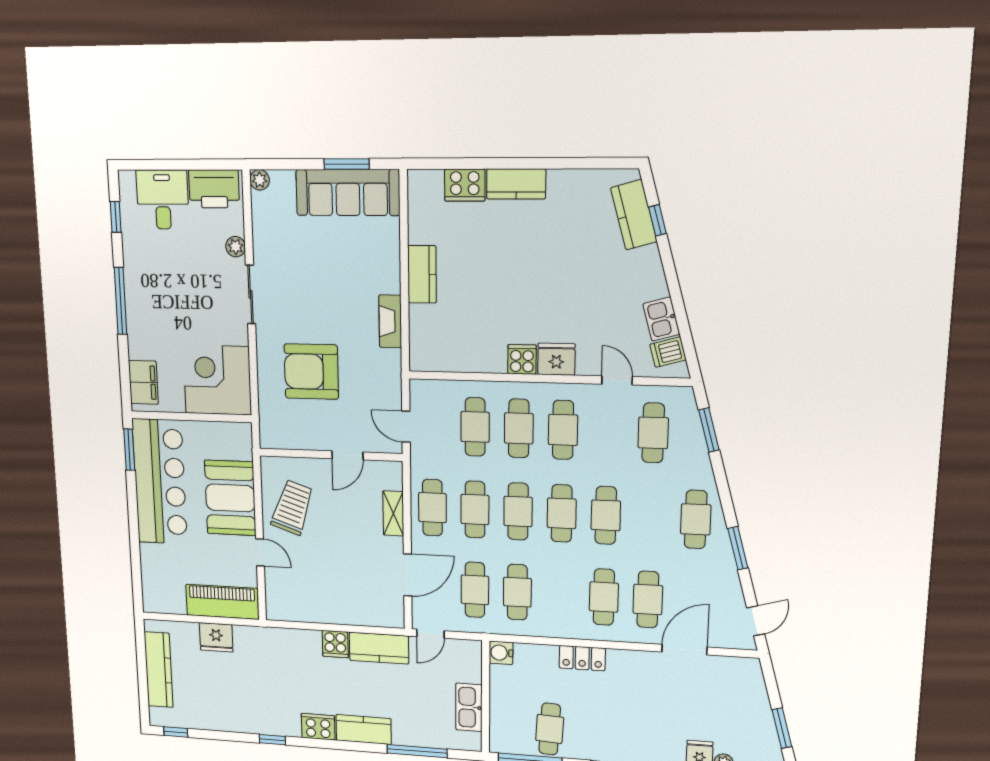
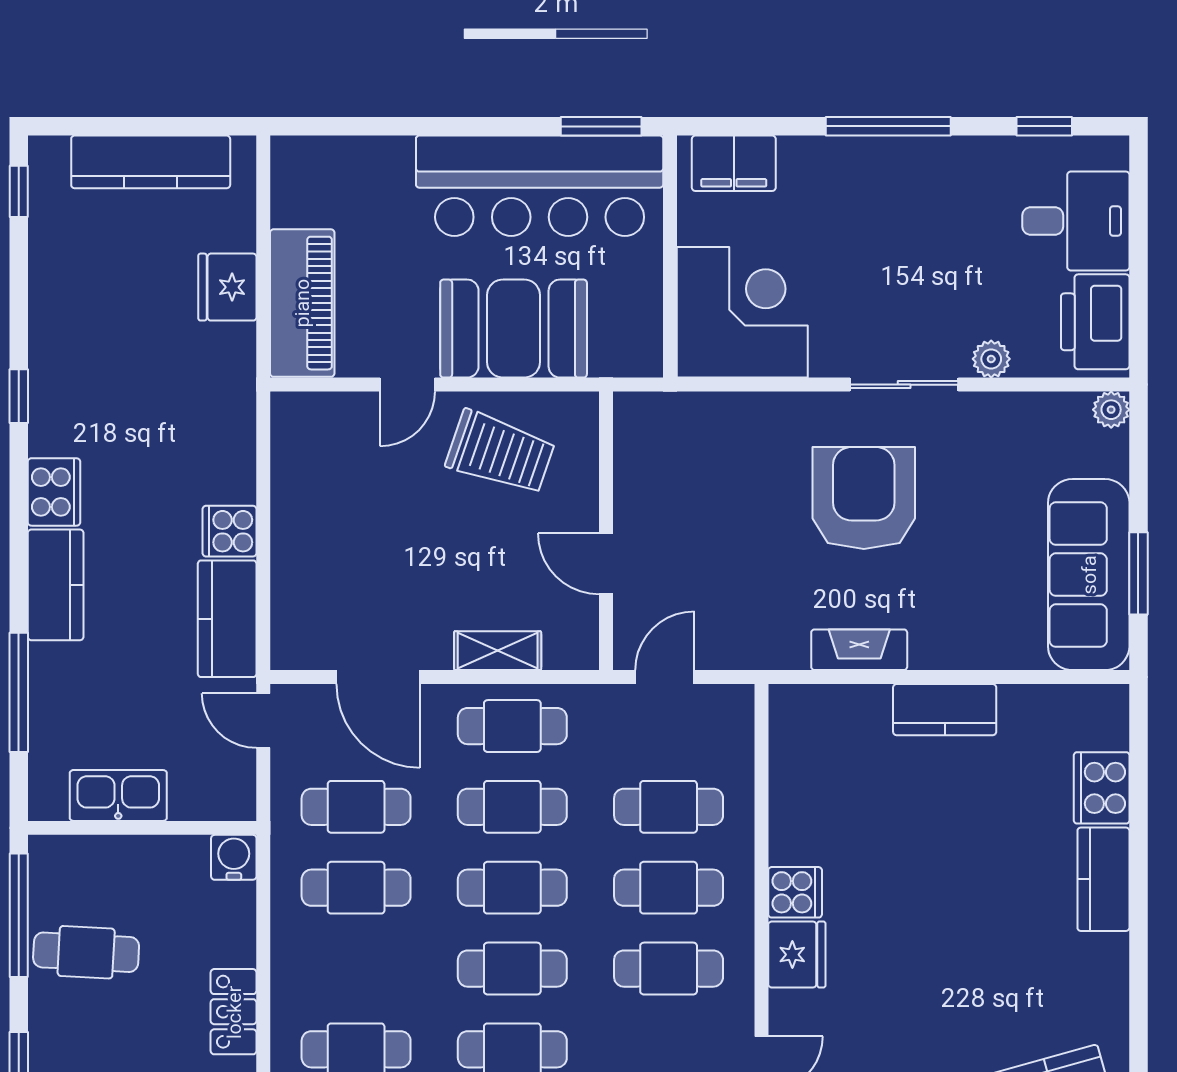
armchair: (311, 372) -> (864, 498), moved

